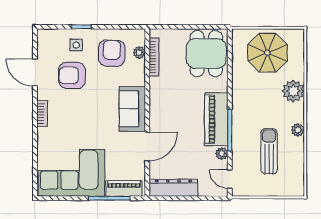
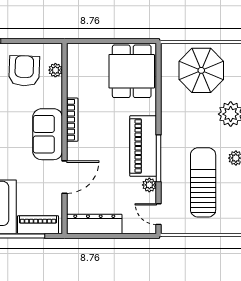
bookcase: (154, 57) -> (72, 120), moved
sun lounger: (269, 151) -> (203, 182), width x1.36, depth x1.34

